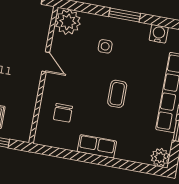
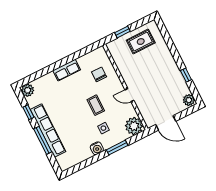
window: (125, 15) -> (117, 148), moved
water cooler: (159, 34) -> (97, 148), moved
coffee table: (117, 94) -> (96, 105), moved

